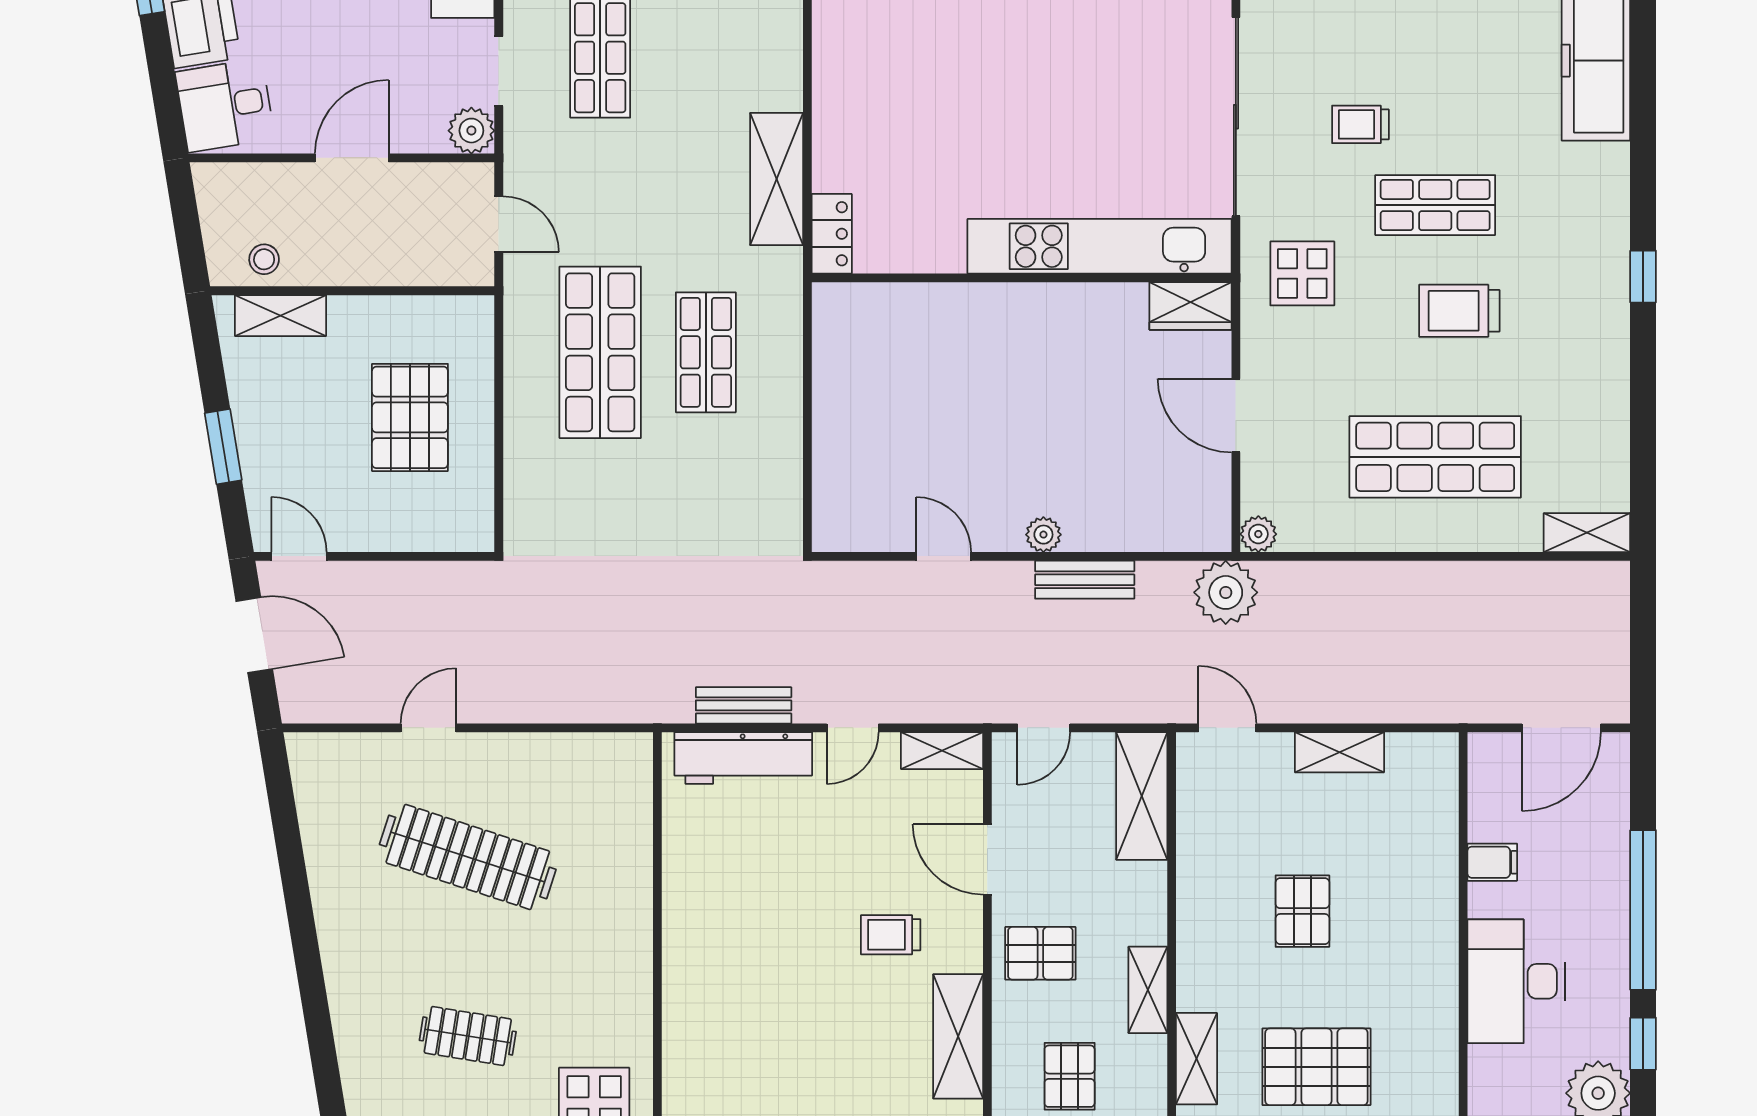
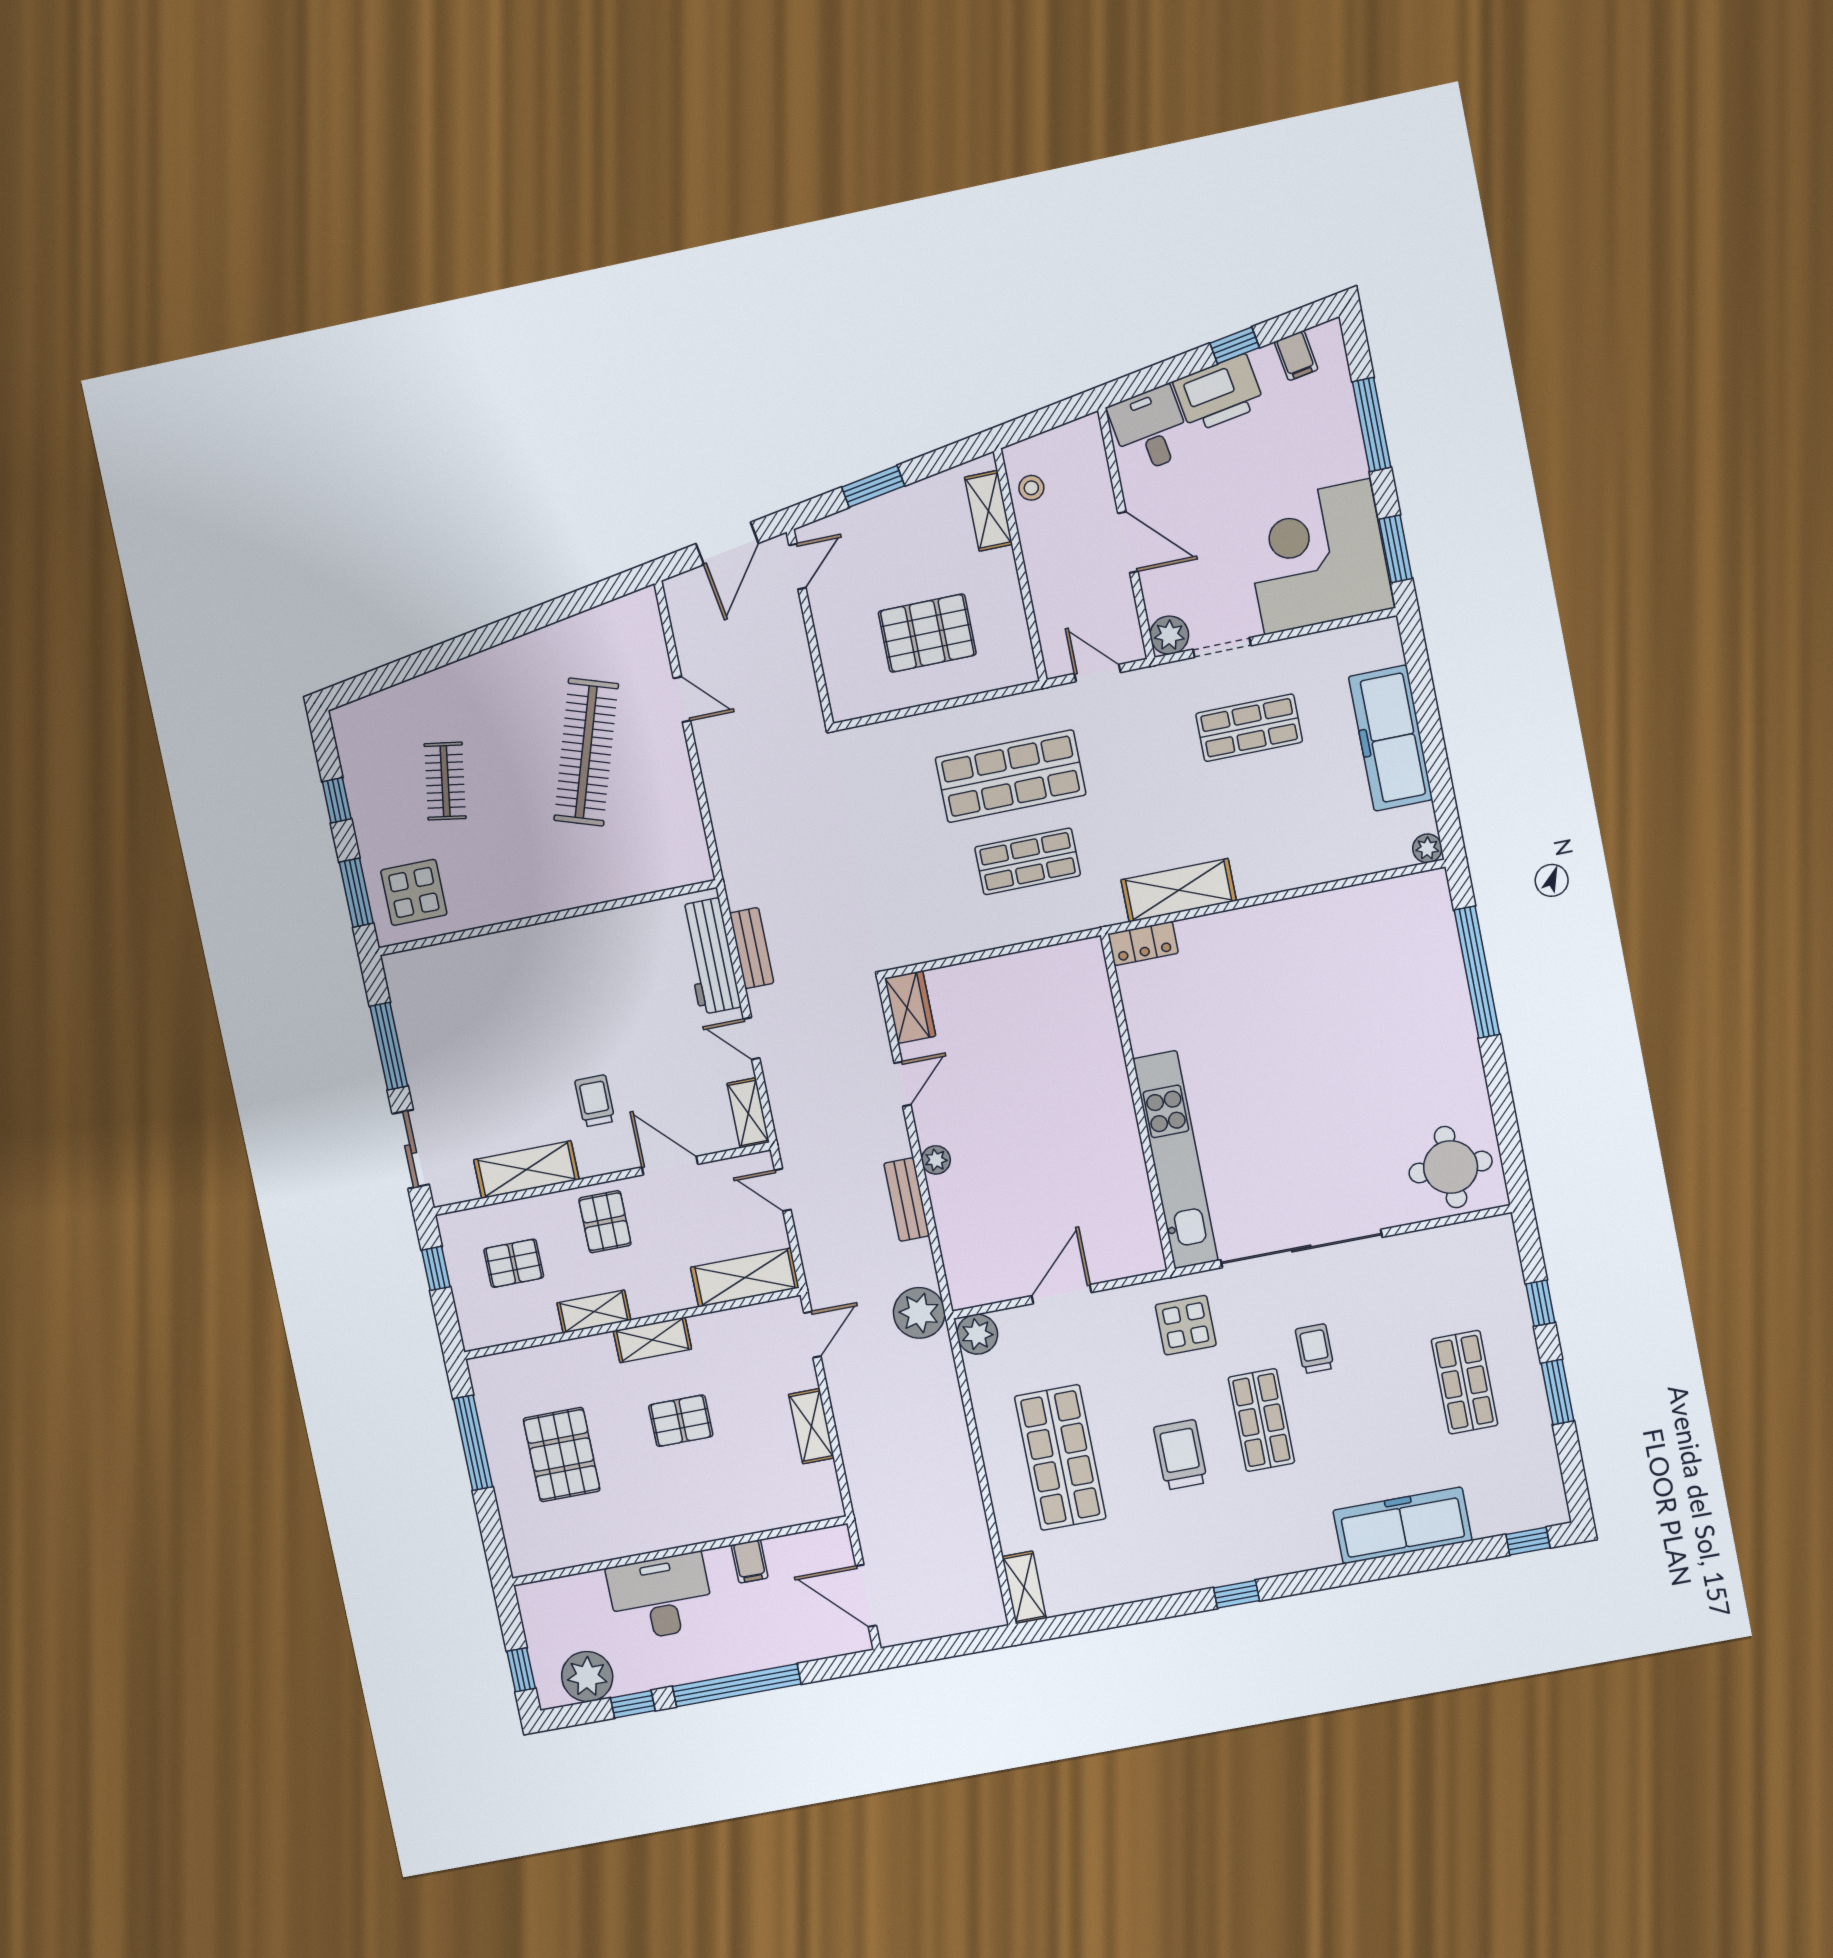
door: (499, 224) -> (1098, 673), swing flipped
wardrobe: (1191, 306) -> (910, 1007), moved, turned 180
plant: (1258, 534) -> (977, 1334), width x1.38, depth x1.38
door: (987, 859) -> (670, 1166), hinge flipped
shelving: (1197, 1059) -> (652, 1340), moved

